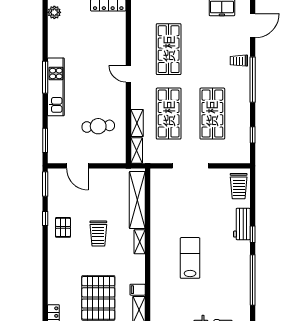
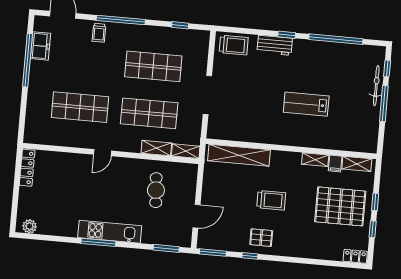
shelving: (140, 242) -> (315, 160), moved

